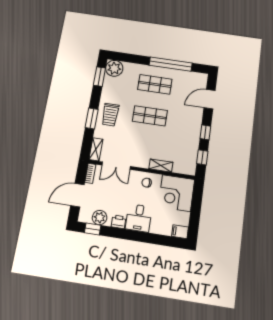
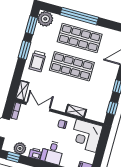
window: (171, 64) -> (79, 16), moved
shop shelf: (155, 84) -> (80, 38), width x1.43, depth x1.36
shop shelf: (150, 116) -> (72, 66), width x1.43, depth x1.36
window: (92, 118) -> (25, 50), moved
double door: (116, 166) -> (38, 107), swing flipped

